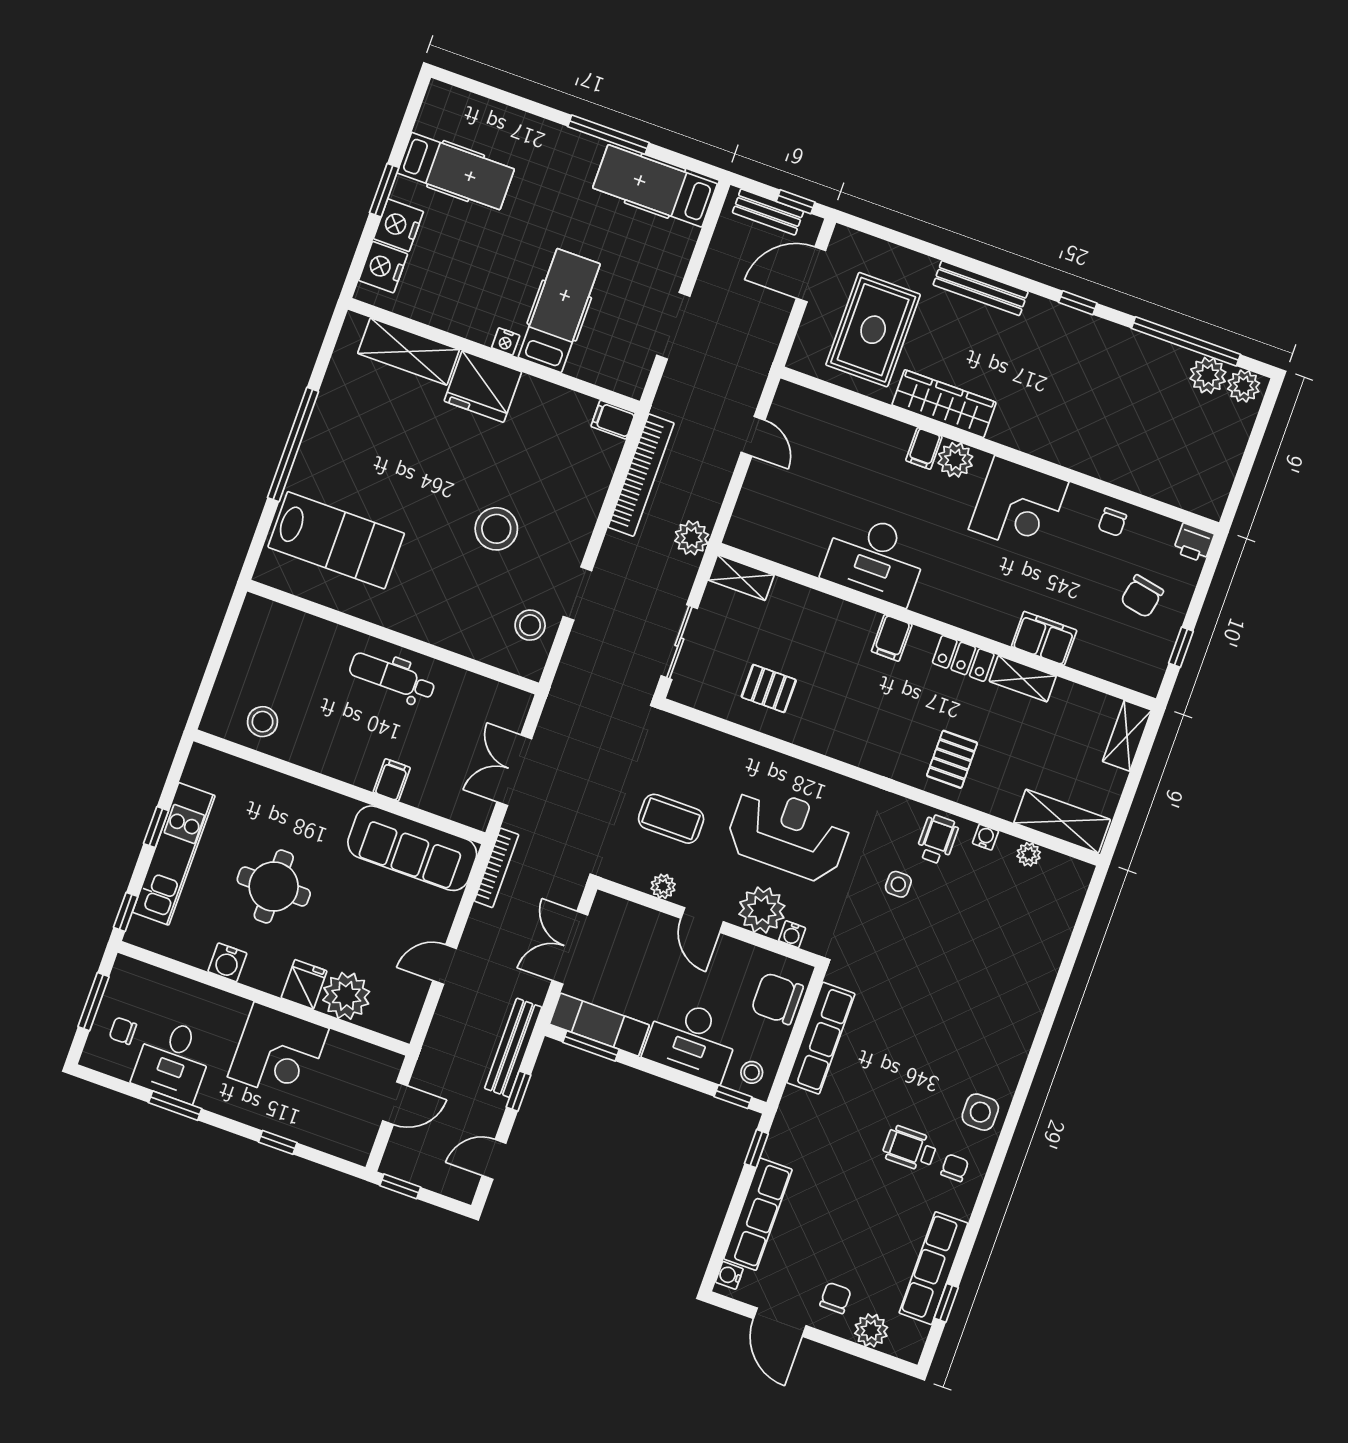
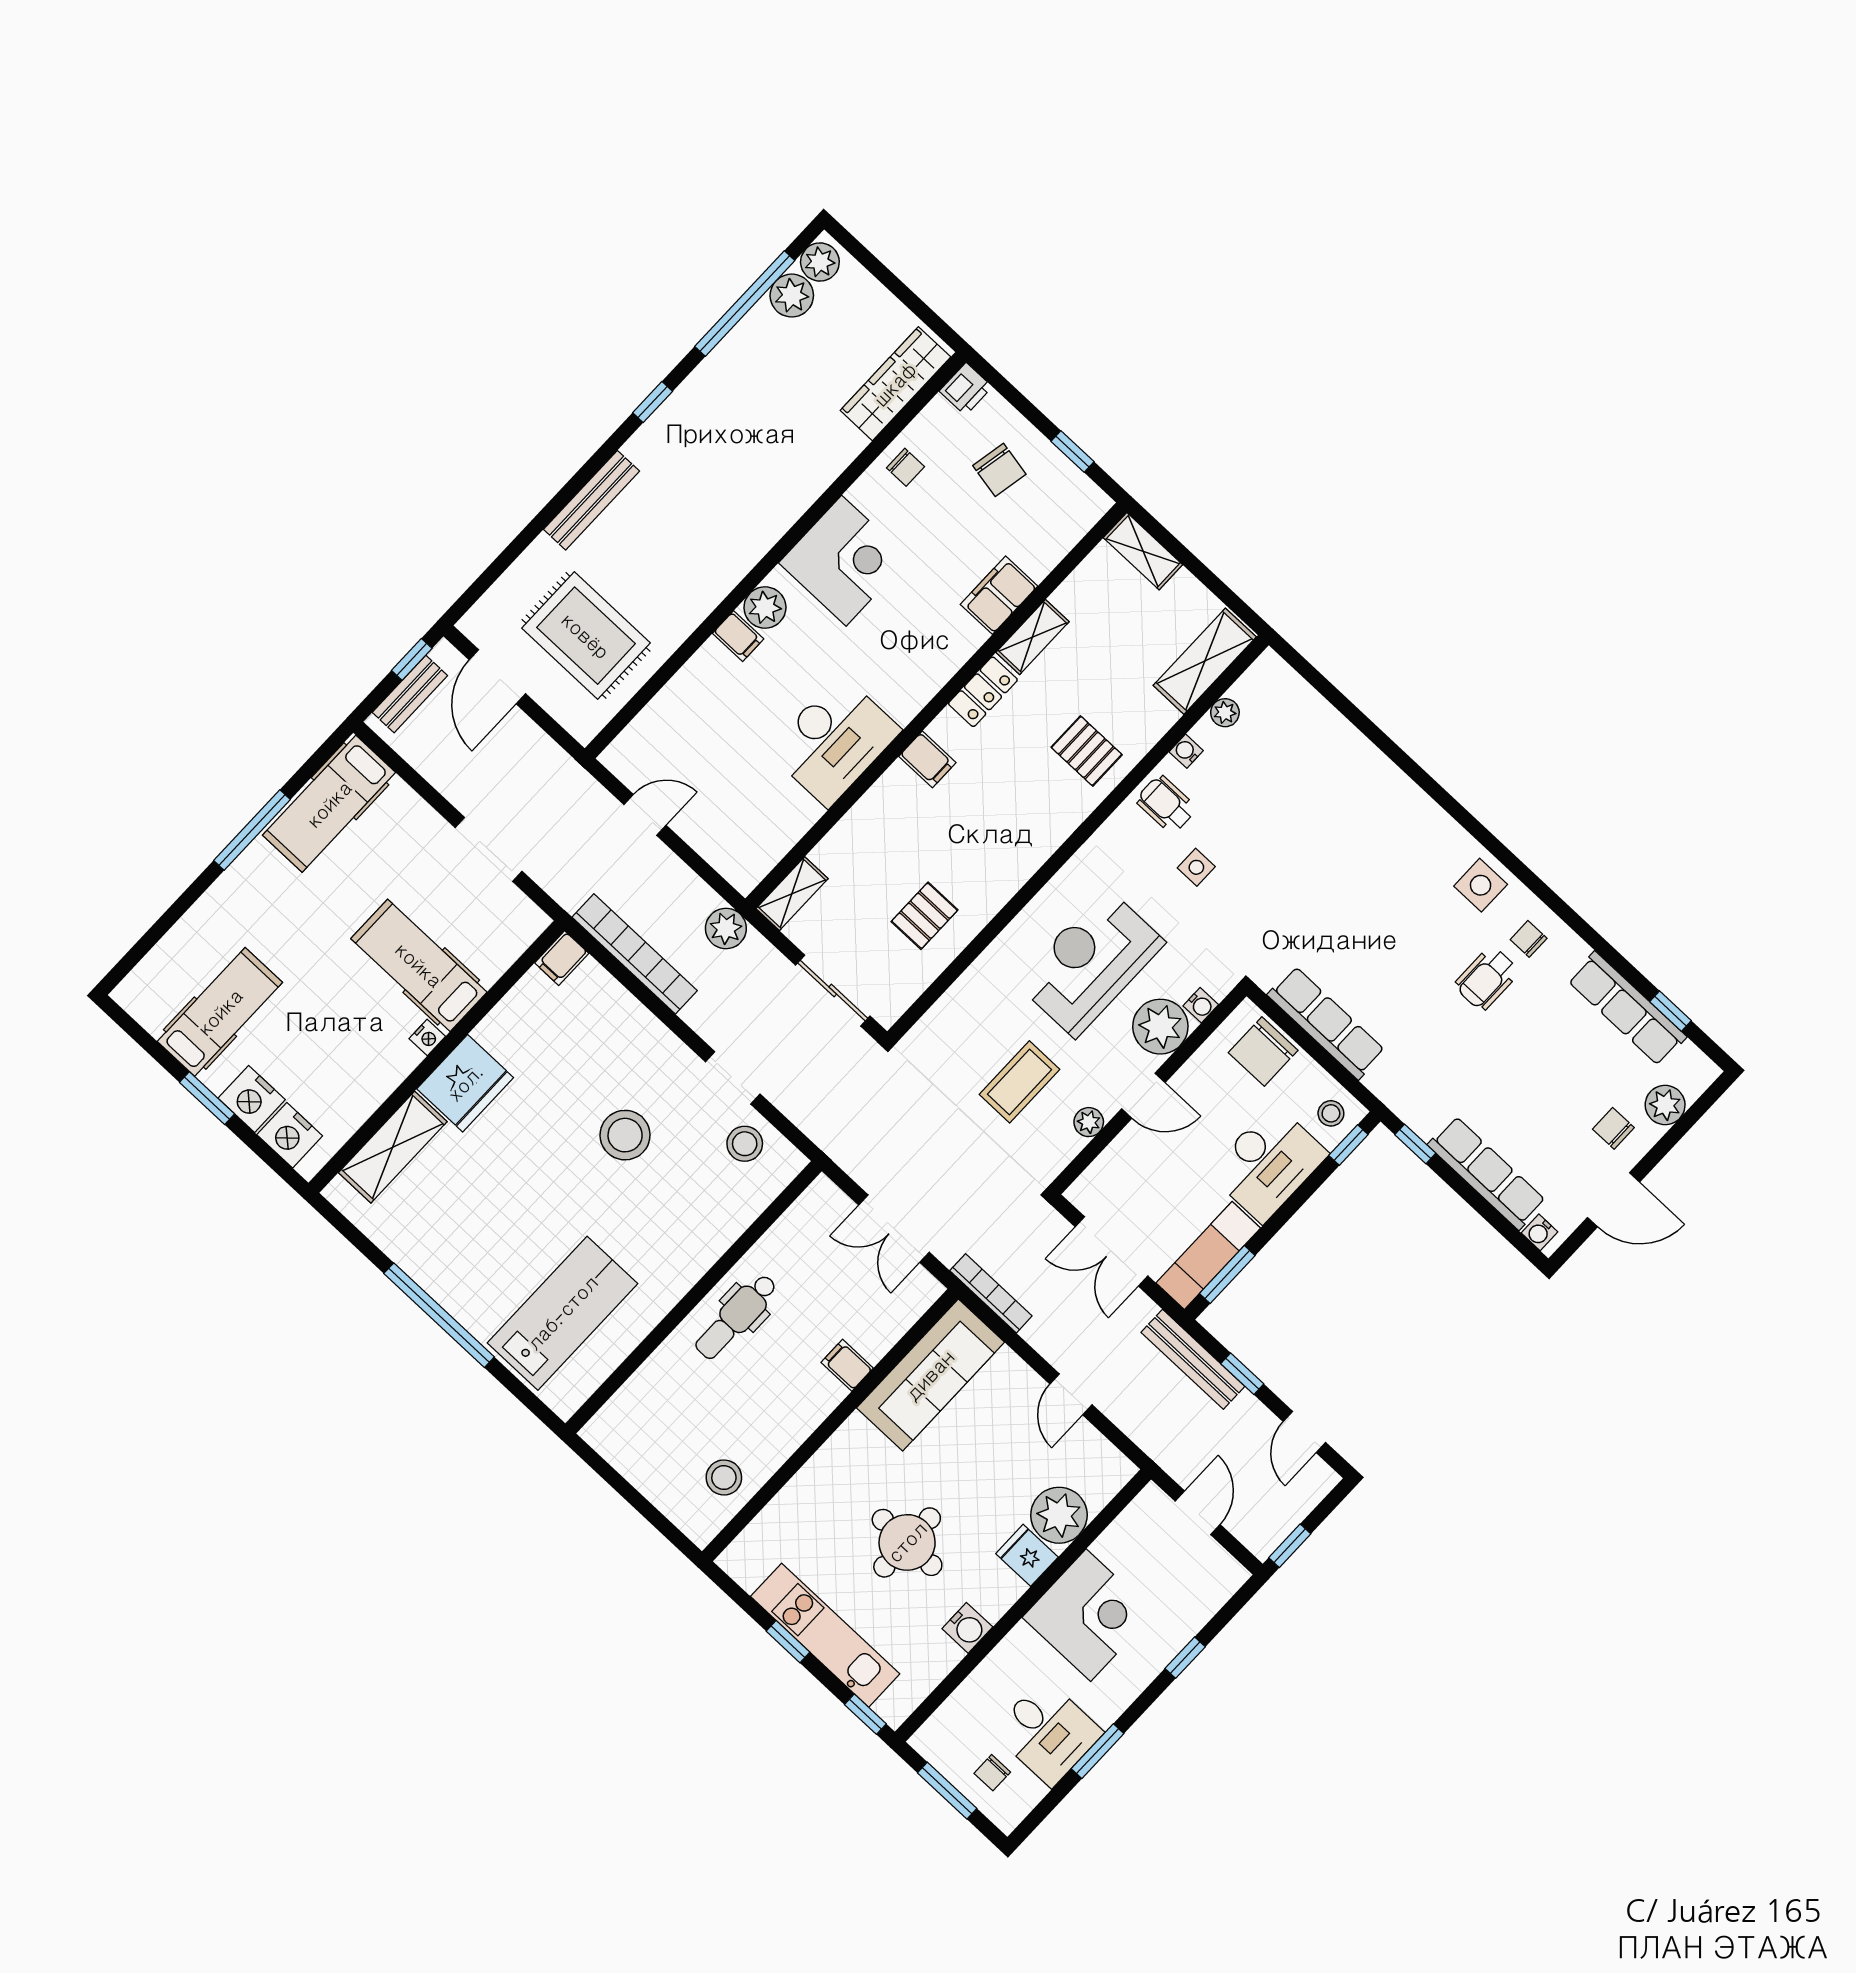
wardrobe: (944, 404) -> (895, 384), moved

